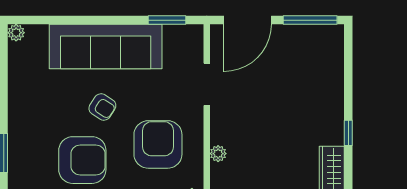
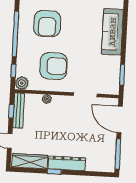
sofa: (106, 47) -> (112, 32), width x0.74, depth x0.79
armchair: (102, 107) -> (76, 36), removed
dresser: (332, 111) -> (67, 163), added

